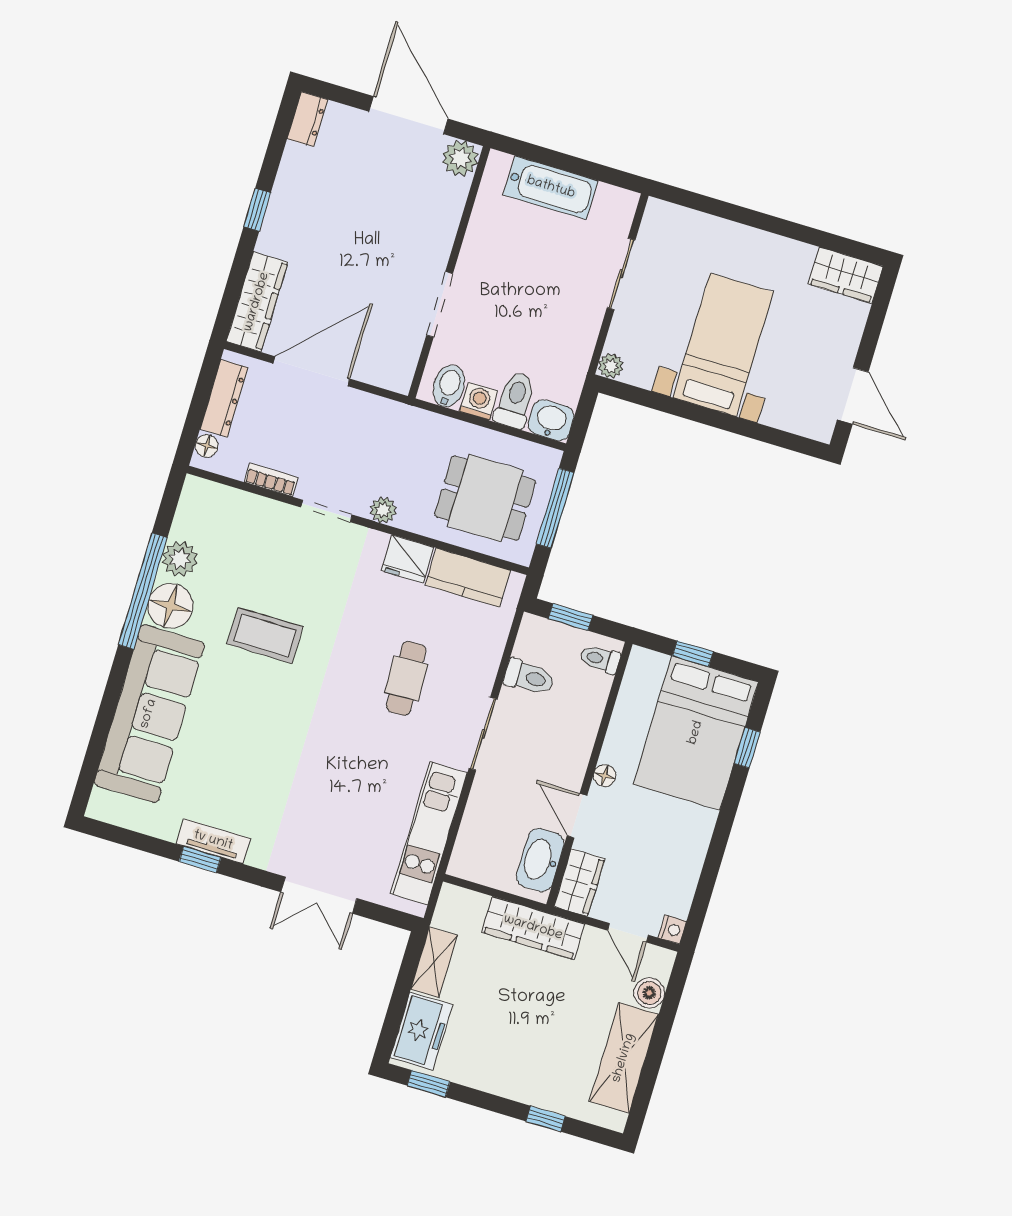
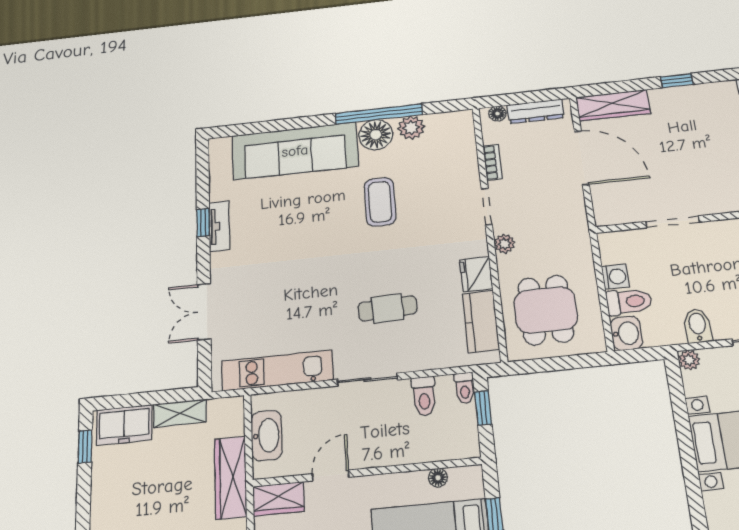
bidet: (449, 386) -> (698, 326), moved, turned -90
window: (555, 508) -> (561, 363), removed
toilet: (600, 659) -> (465, 388), moved, turned 180
floor lamp: (605, 776) -> (438, 478), moved
washbasin: (540, 860) -> (267, 435), moved, turned 90

